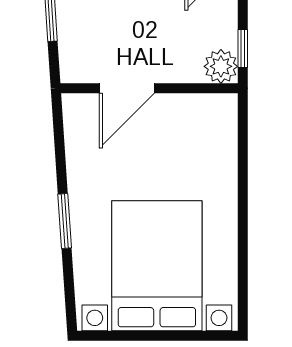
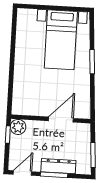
bed with nightstands: (157, 266) -> (61, 40), width x0.73

